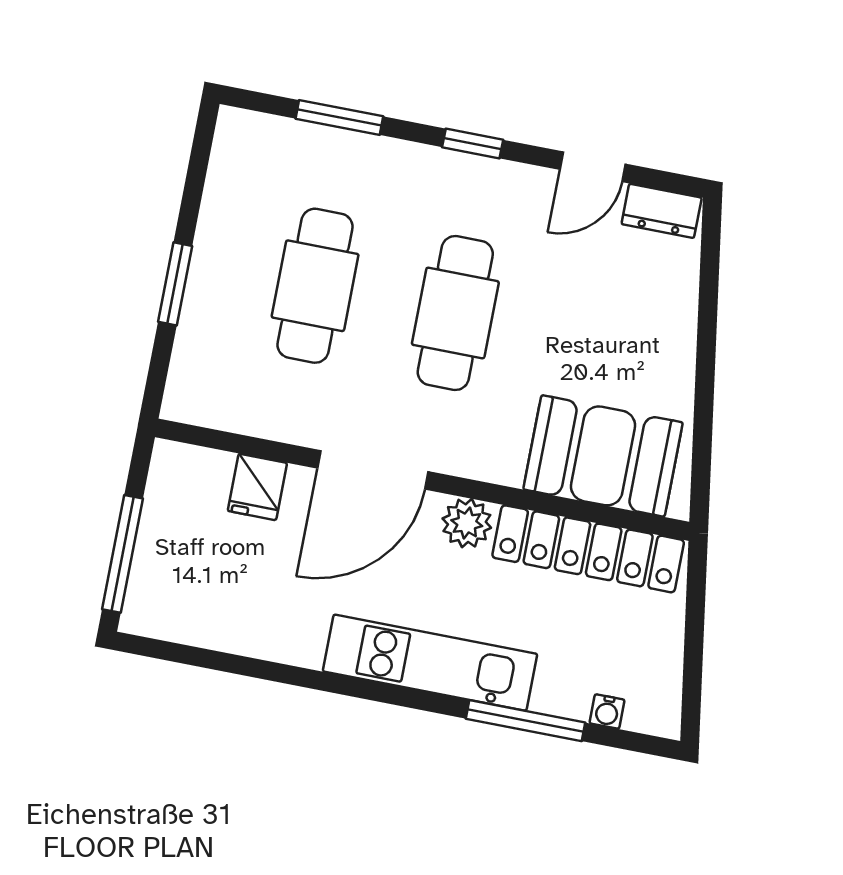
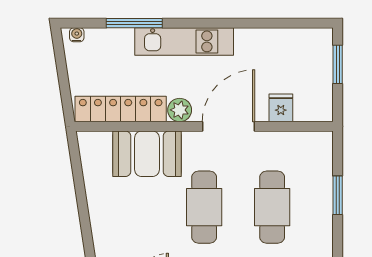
booth: (603, 456) -> (147, 154), moved
window: (123, 554) -> (338, 64), width x0.69
water cooler: (607, 711) -> (77, 35), moved

